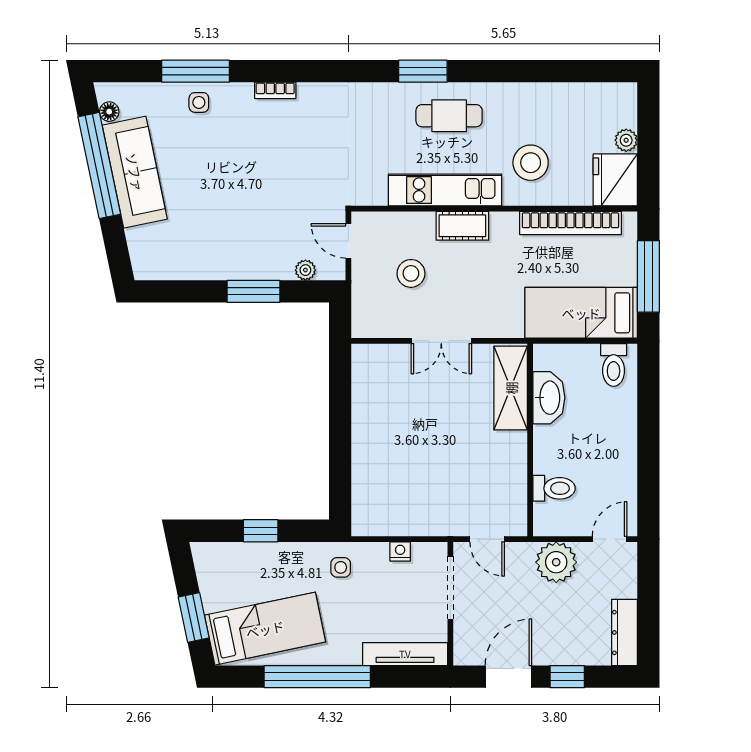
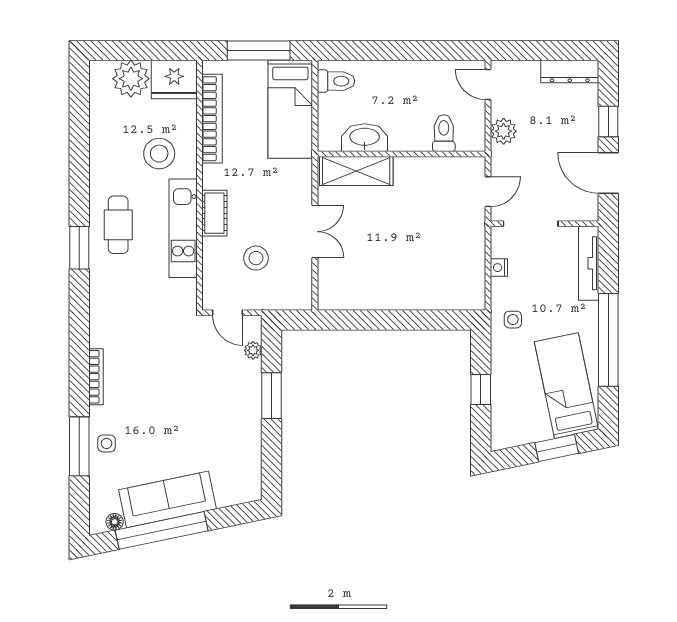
bookcase: (275, 90) -> (96, 377), width x1.56
plant: (626, 140) -> (131, 79), width x1.88, depth x1.88
door: (348, 241) -> (228, 313), hinge flipped
plant: (556, 562) -> (504, 131), width x0.73, depth x0.73

